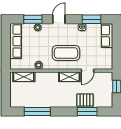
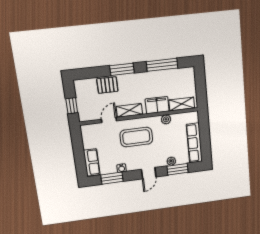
filing cabinet: (45, 78) -> (157, 105), added
window: (87, 112) -> (122, 69), moved

